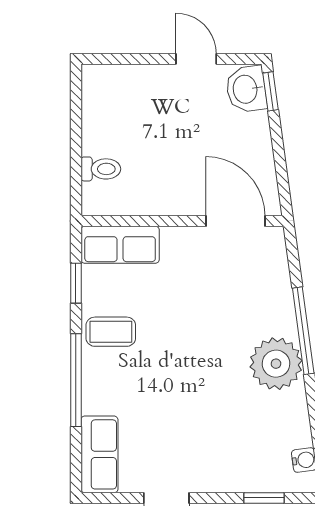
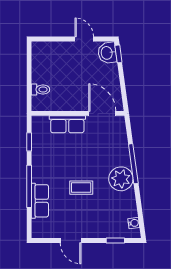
row of seats: (120, 245) -> (67, 124), moved
coffee table: (111, 332) -> (81, 188), moved
row of seats: (99, 454) -> (40, 201), moved

